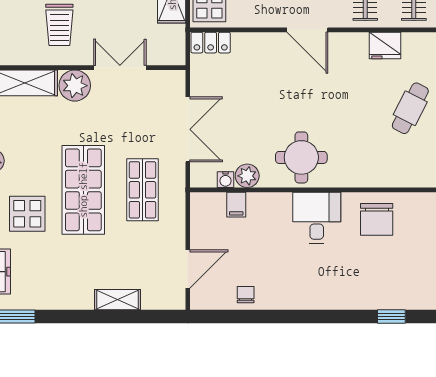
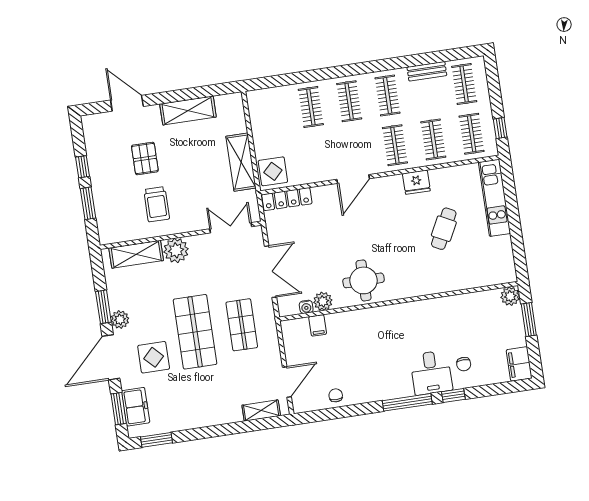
door: (307, 30) -> (353, 179), hinge flipped
locker: (211, 43) -> (287, 199), width x1.53
double door: (120, 68) -> (231, 228), moved
desk: (317, 218) -> (431, 373), moved, turned 180
chair: (377, 219) -> (464, 364), moved, width x0.54, depth x0.54
shelving: (118, 300) -> (261, 411), moved
window: (333, 316) -> (407, 402), added

